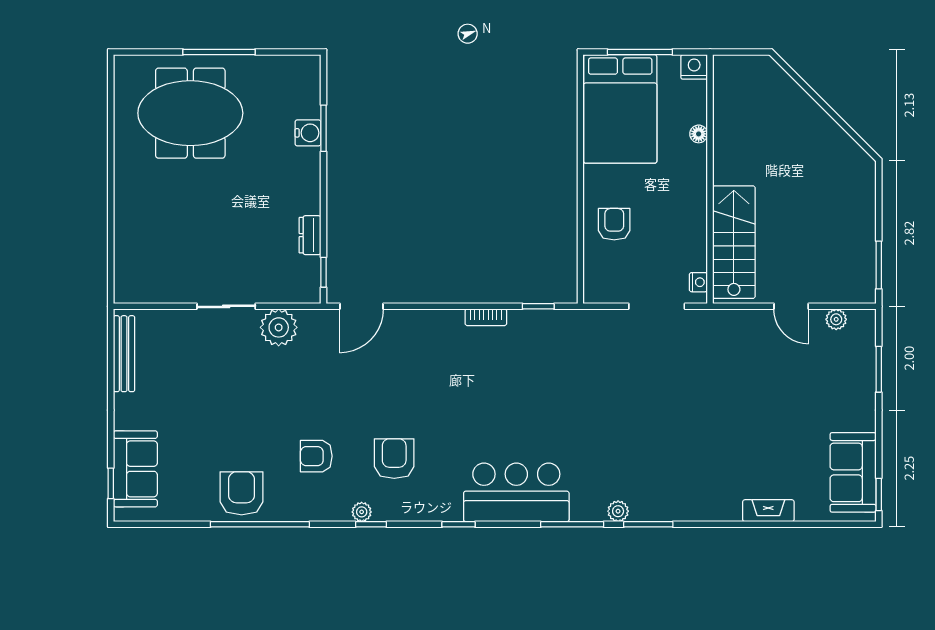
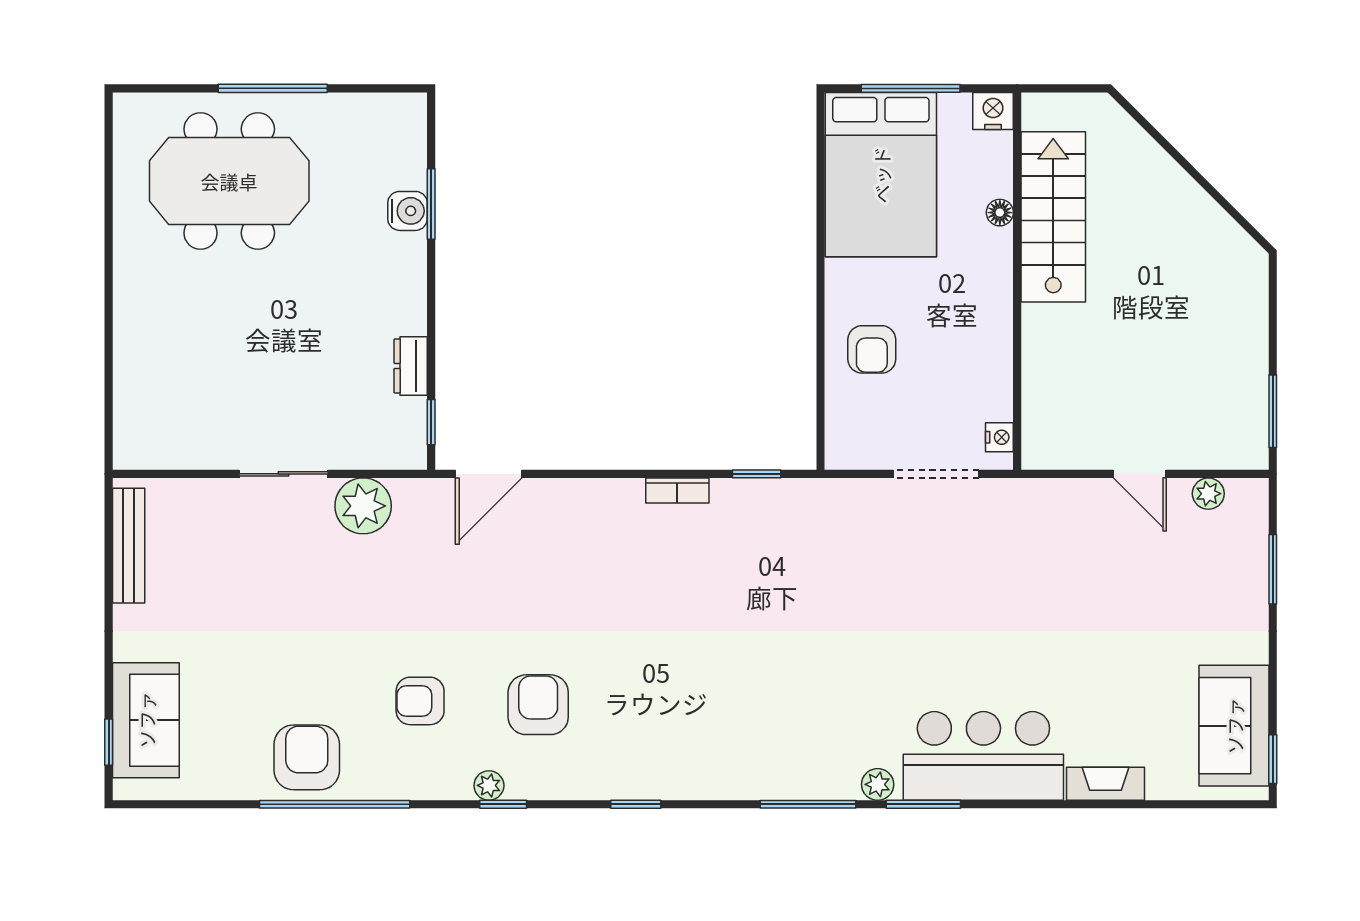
armchair: (614, 224) -> (872, 349), turned 180
stairs: (734, 242) -> (1053, 217), moved
bar counter: (516, 492) -> (983, 756), moved

